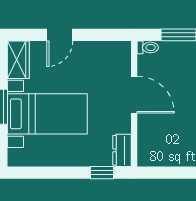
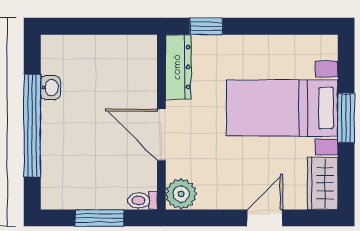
plant: (120, 52) -> (181, 194), added
dresser: (122, 150) -> (178, 67), width x1.44

